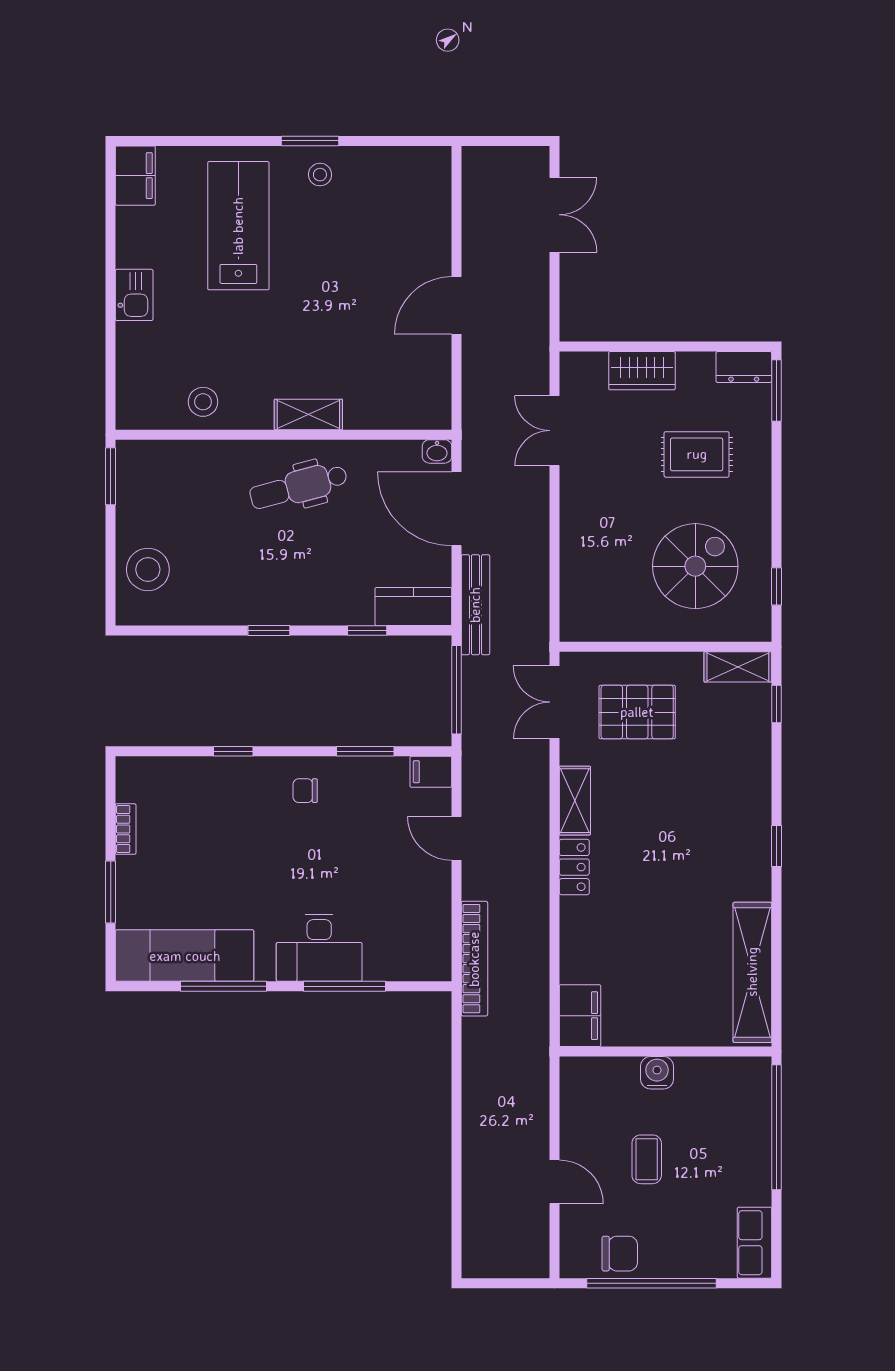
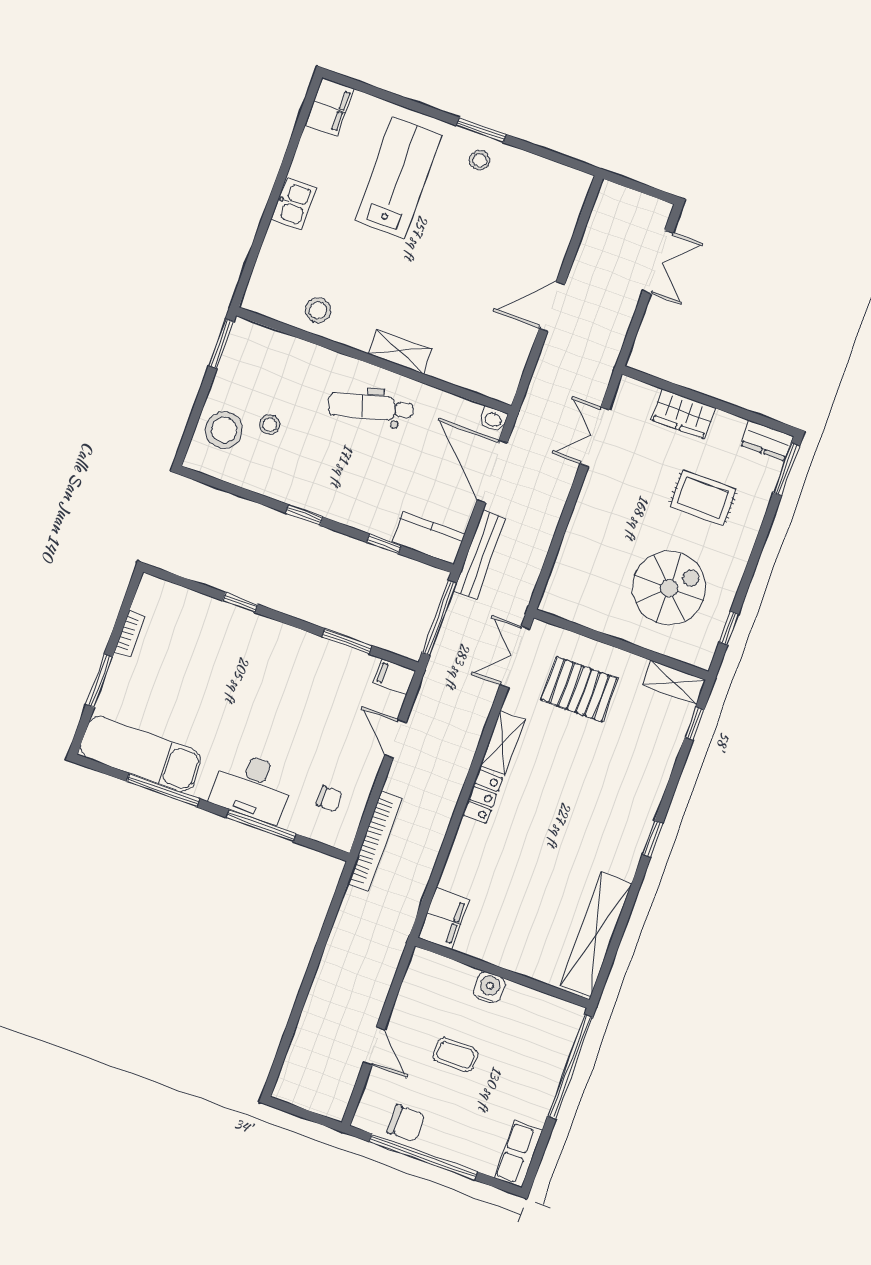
stool: (195, 546) -> (270, 425), added
chair: (305, 791) -> (329, 799), moved, turned 180
coffee table: (647, 1159) -> (455, 1055), turned 90

